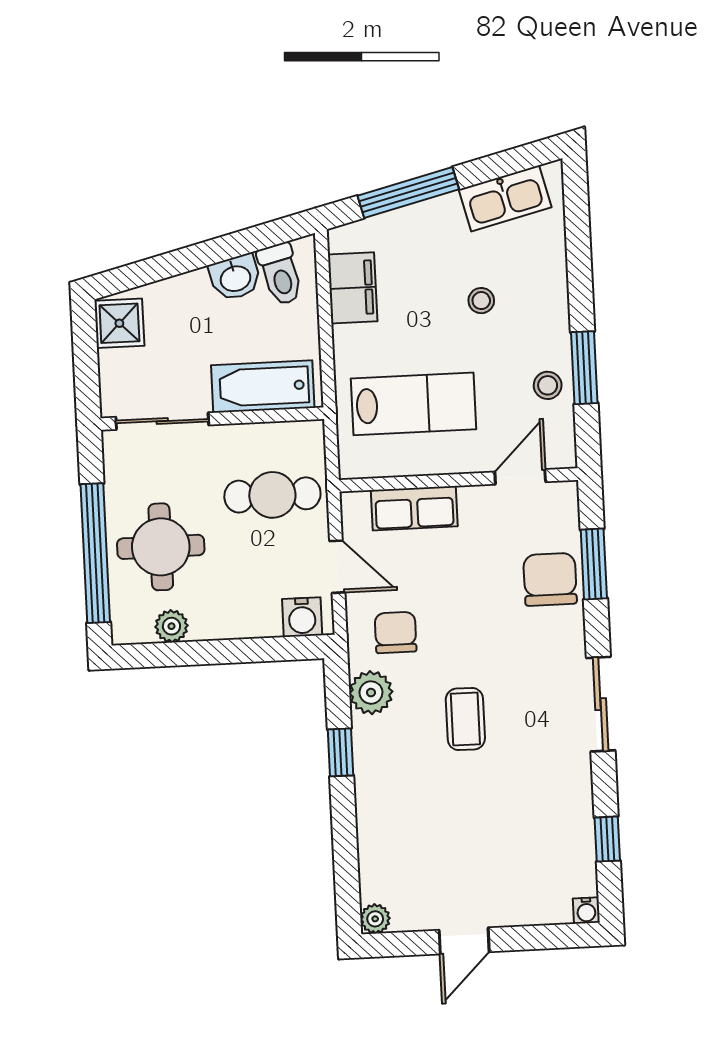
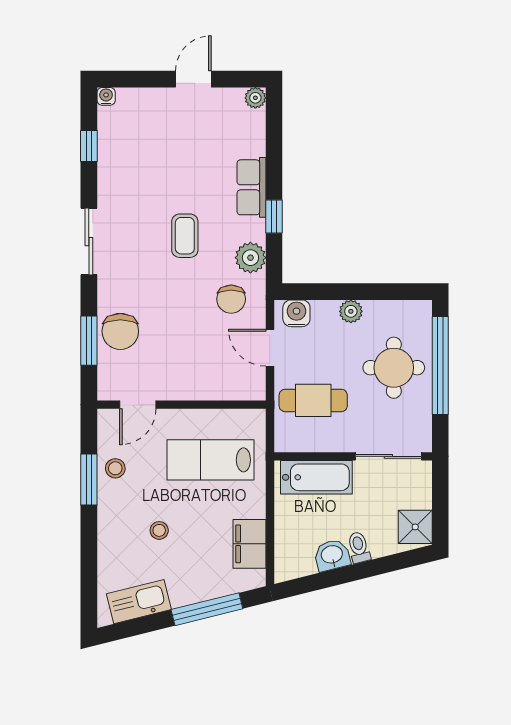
toilet: (280, 274) -> (359, 547), moved, width x0.73, depth x0.72
row of seats: (414, 508) -> (252, 187), moved, turned -90
plant: (171, 626) -> (351, 311), moved

